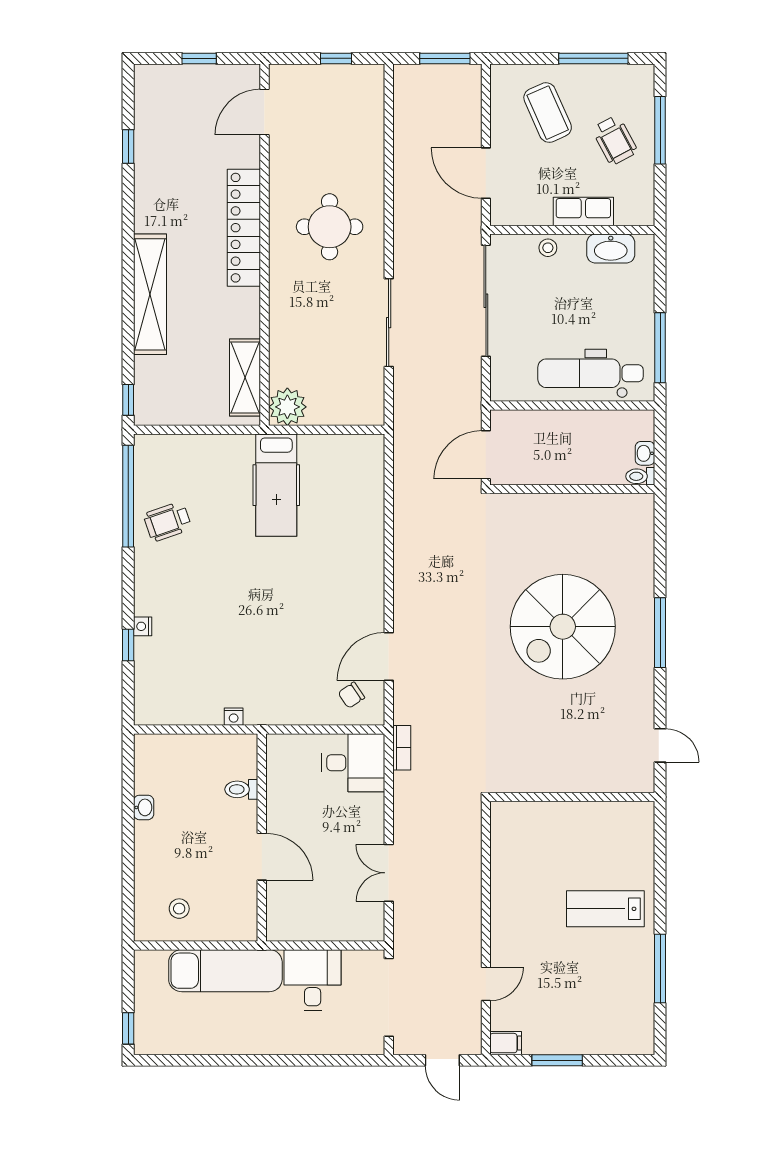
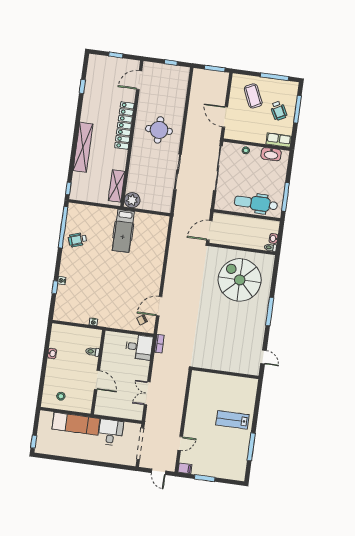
row of seats: (583, 212) -> (279, 140), moved
spiral stairs: (563, 627) -> (240, 280), moved, turned 90

